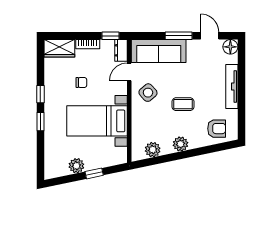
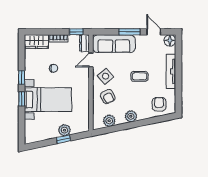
coffee table: (183, 104) -> (139, 76), moved
armchair: (151, 119) -> (108, 97), added
bed with nightstands: (97, 121) -> (48, 100), moved, turned 180
armchair: (217, 129) -> (159, 104), turned -90
plant: (76, 166) -> (64, 130), moved

